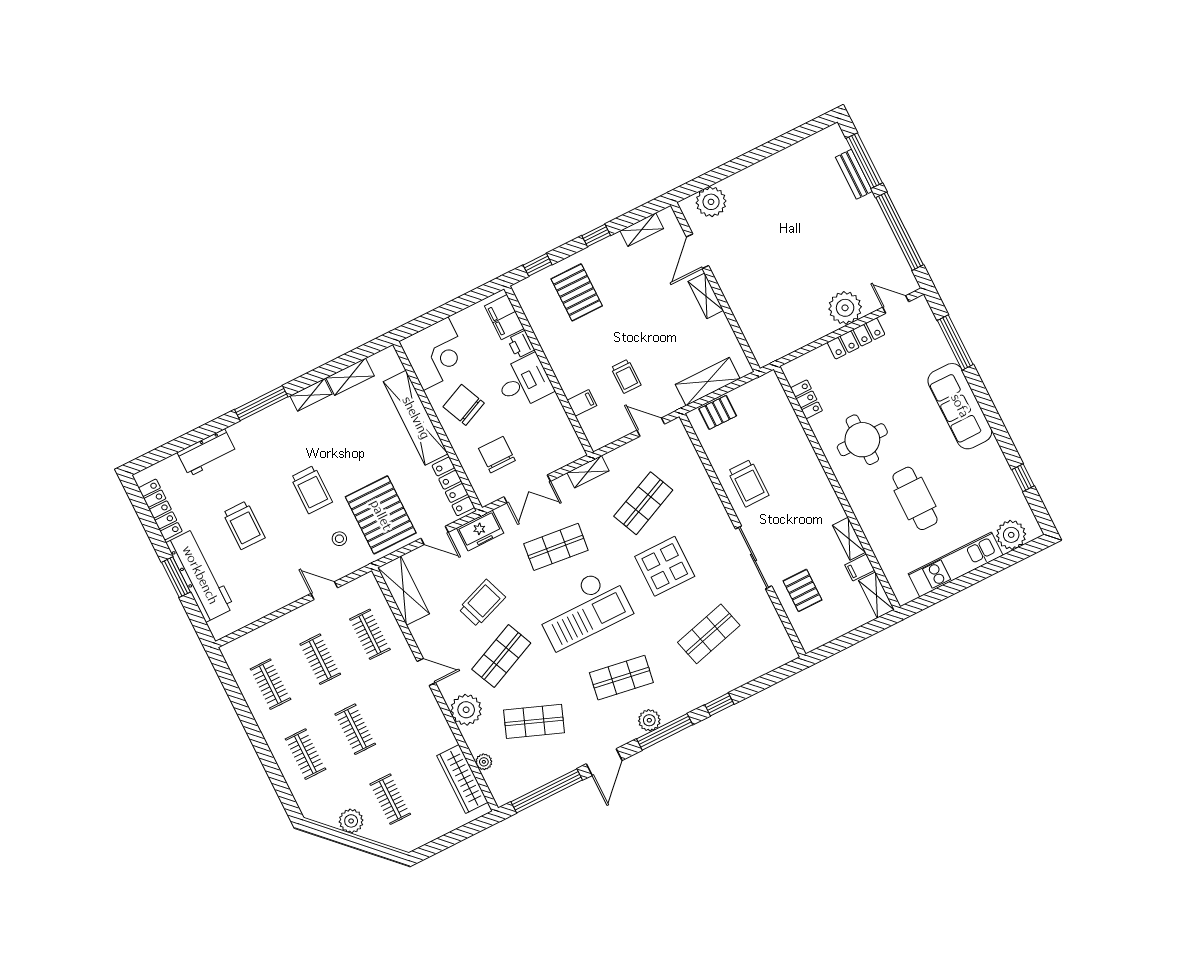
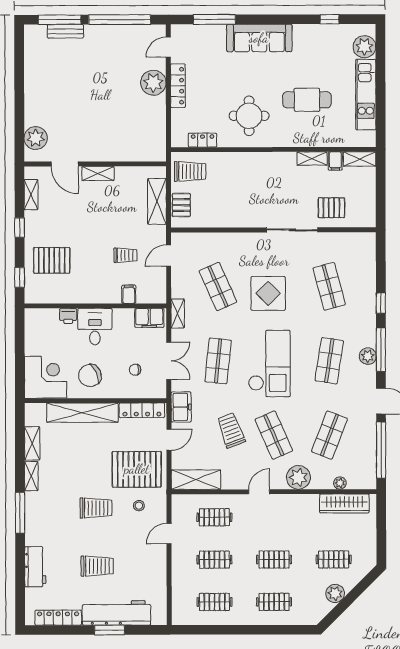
filing cabinet: (504, 317) -> (149, 318), moved
chair: (497, 455) -> (135, 370), width x0.54, depth x0.54
trolley: (748, 483) -> (190, 171), moved

